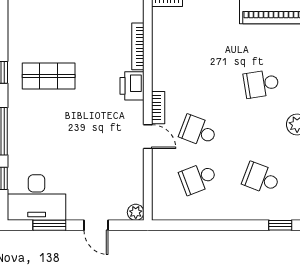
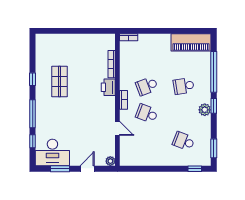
shop shelf: (49, 76) -> (59, 81), turned 90
door: (148, 137) -> (117, 128), moved
school desk: (198, 178) -> (147, 86), moved
door: (96, 225) -> (87, 169), swing flipped

